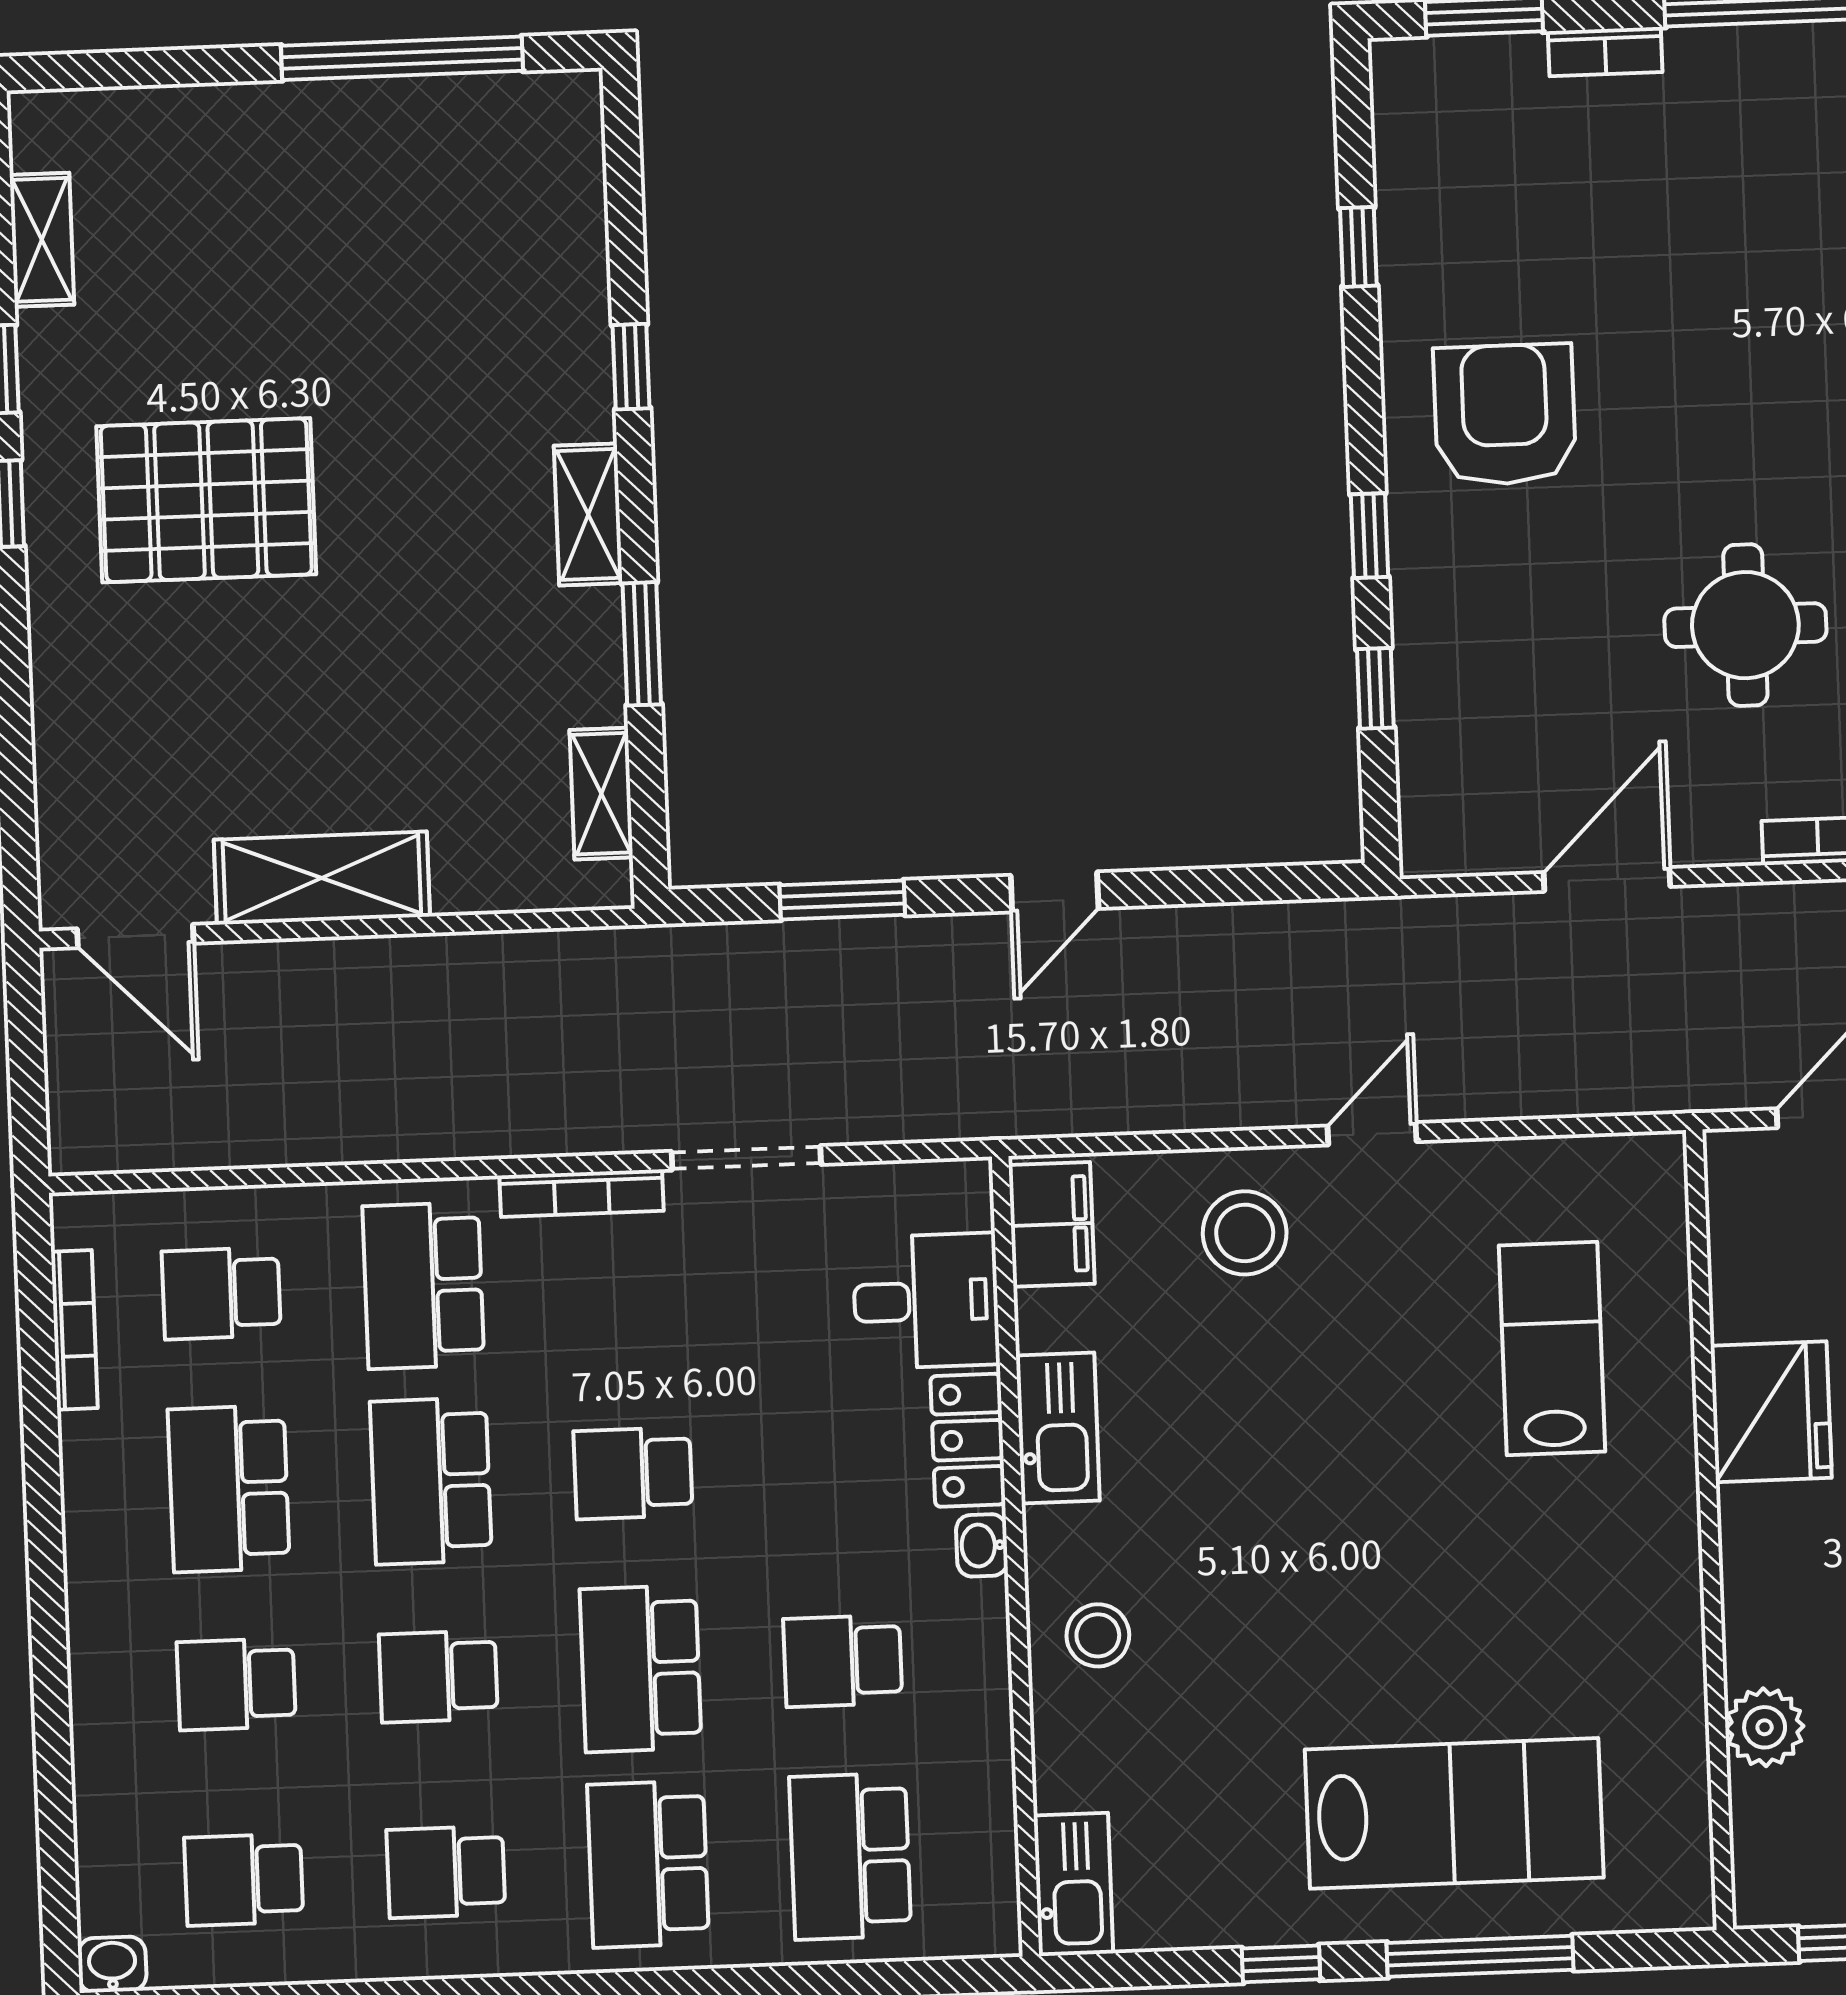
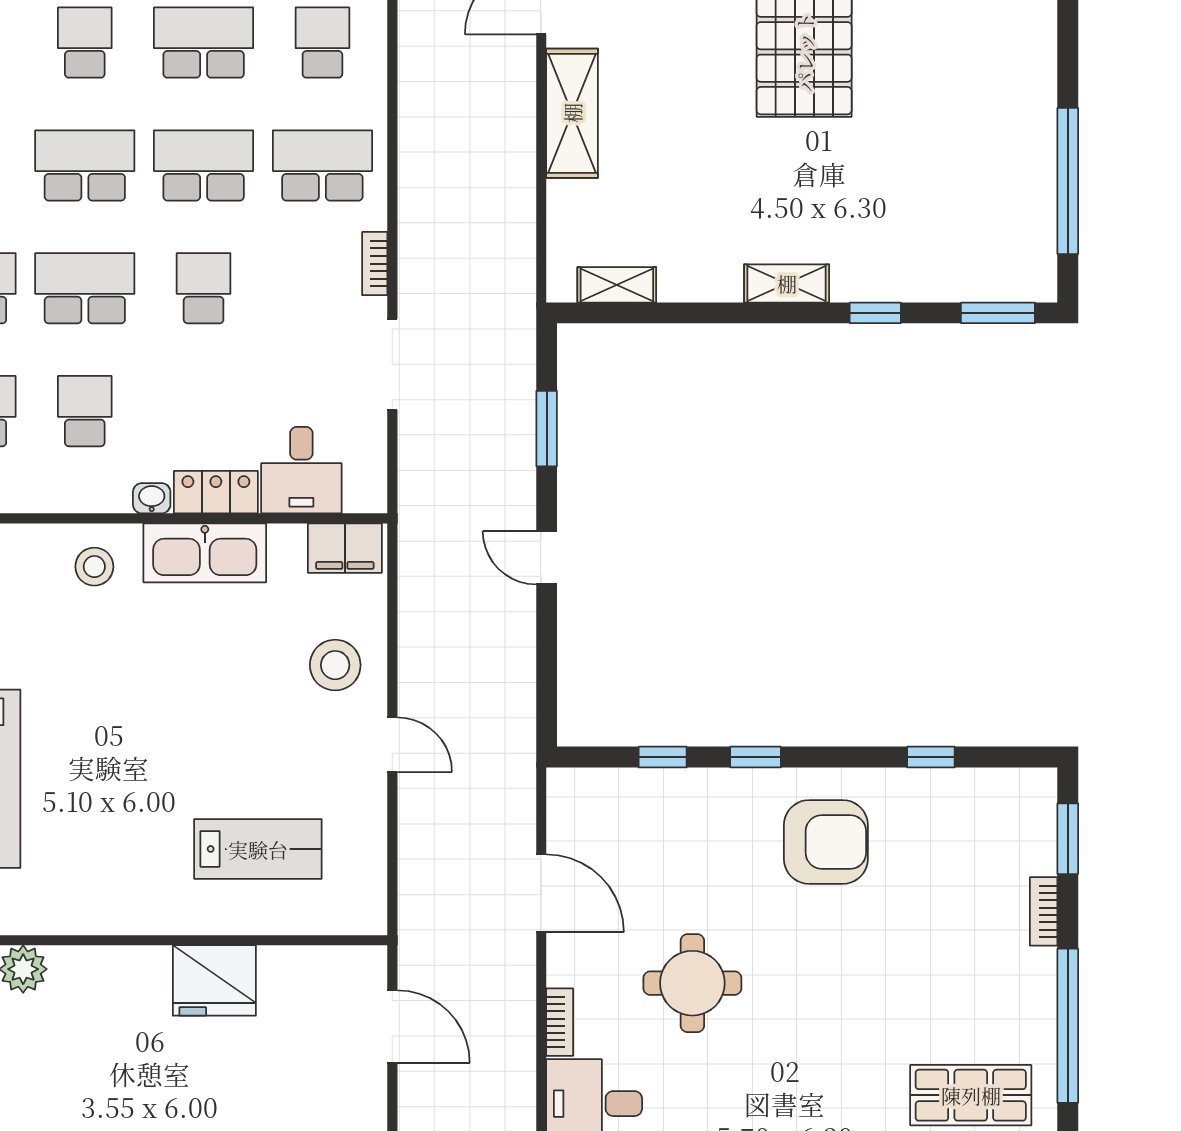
window: (642, 644) -> (998, 313), moved
bookcase: (582, 1193) -> (375, 264), width x0.64
kitchen sink: (1058, 1428) -> (205, 553), width x1.36, depth x1.24
school desk: (438, 1676) -> (85, 165), width x1.85

